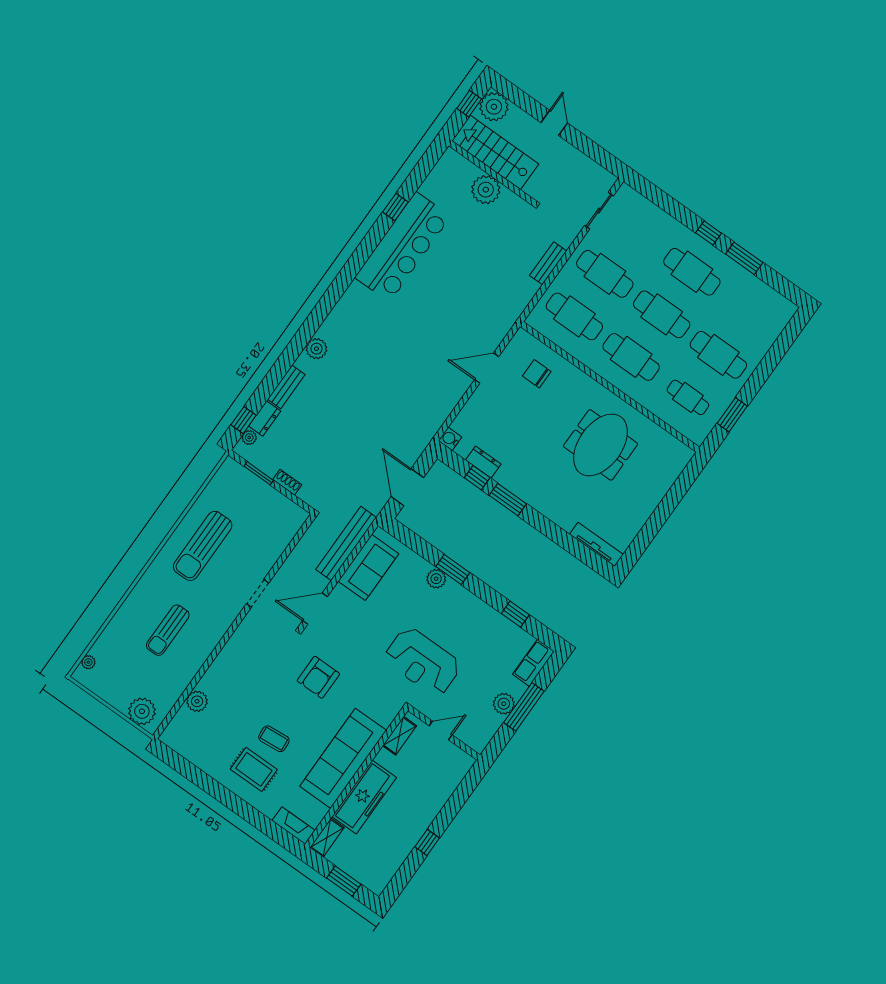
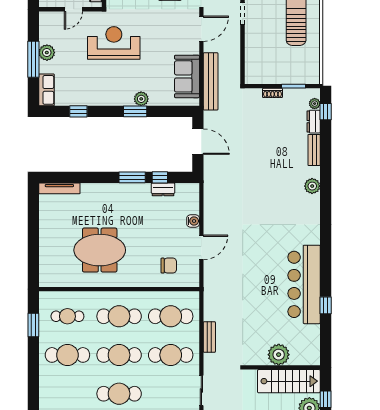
water cooler: (450, 439) -> (193, 221), moved
meeting table: (601, 445) -> (100, 250), turned 90

